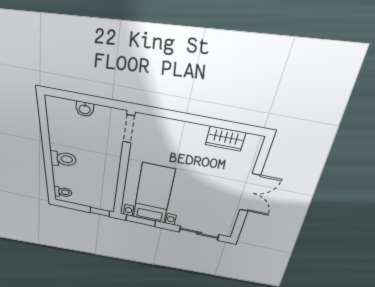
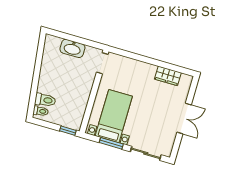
washbasin: (85, 109) -> (72, 48), width x1.91, depth x1.45
toilet: (63, 159) -> (45, 100), moved
window: (141, 221) -> (111, 143), moved

